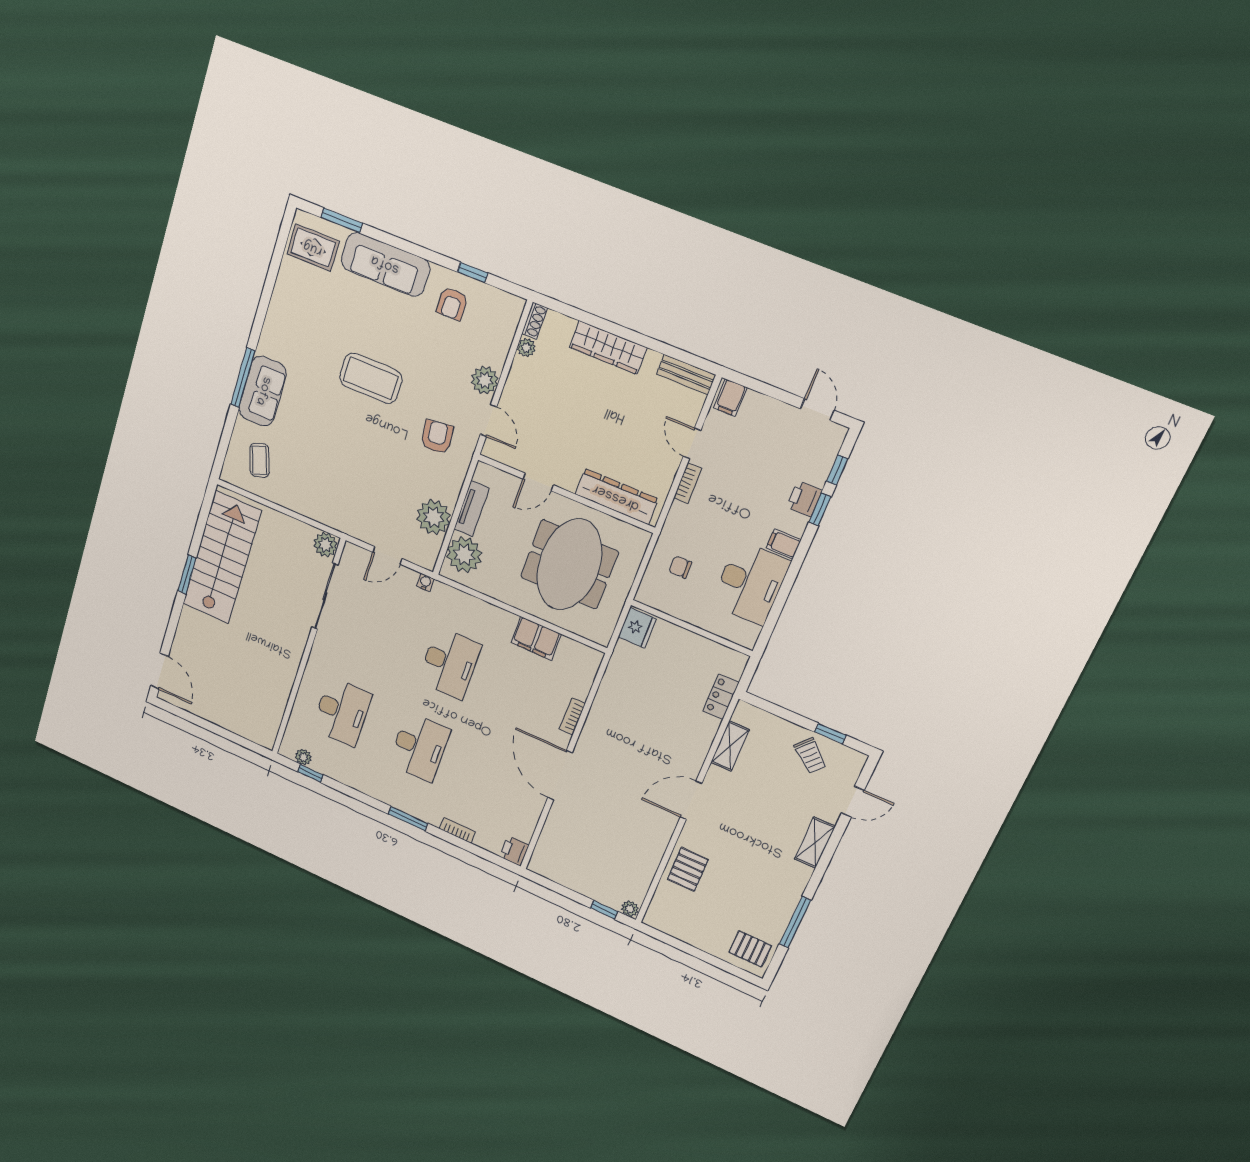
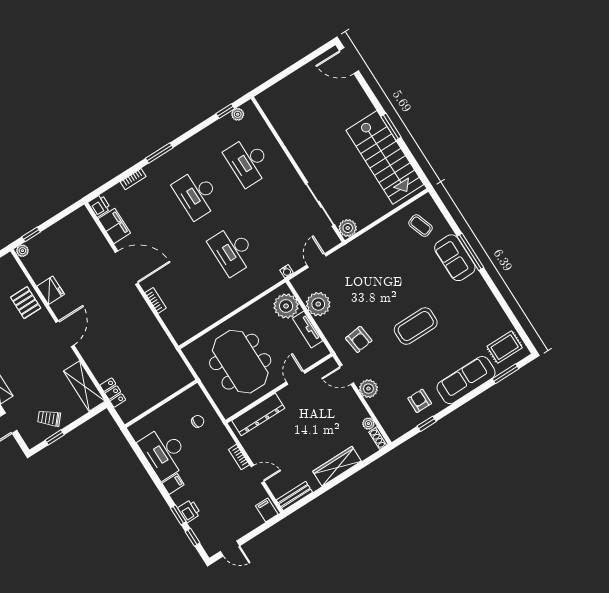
fridge: (637, 628) -> (51, 290), moved, turned 180
filing cabinet: (536, 638) -> (114, 226), moved, turned 90
shelving: (730, 746) -> (84, 386), width x1.50, depth x1.33

